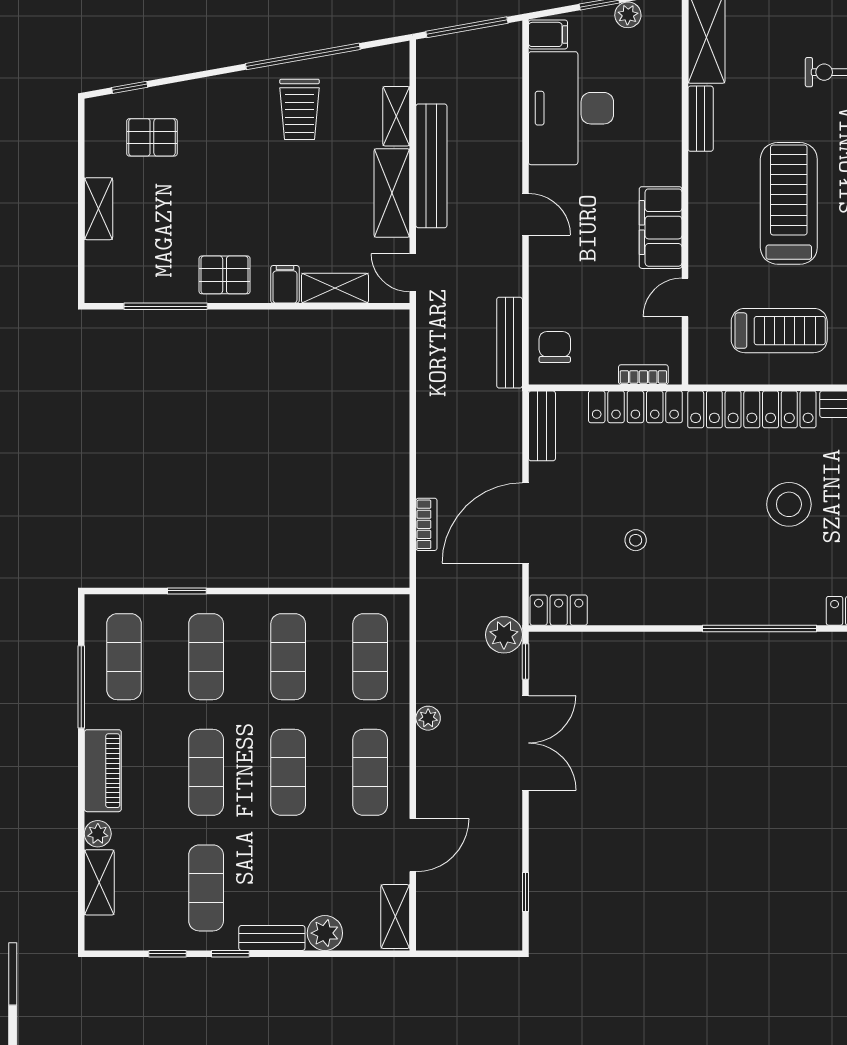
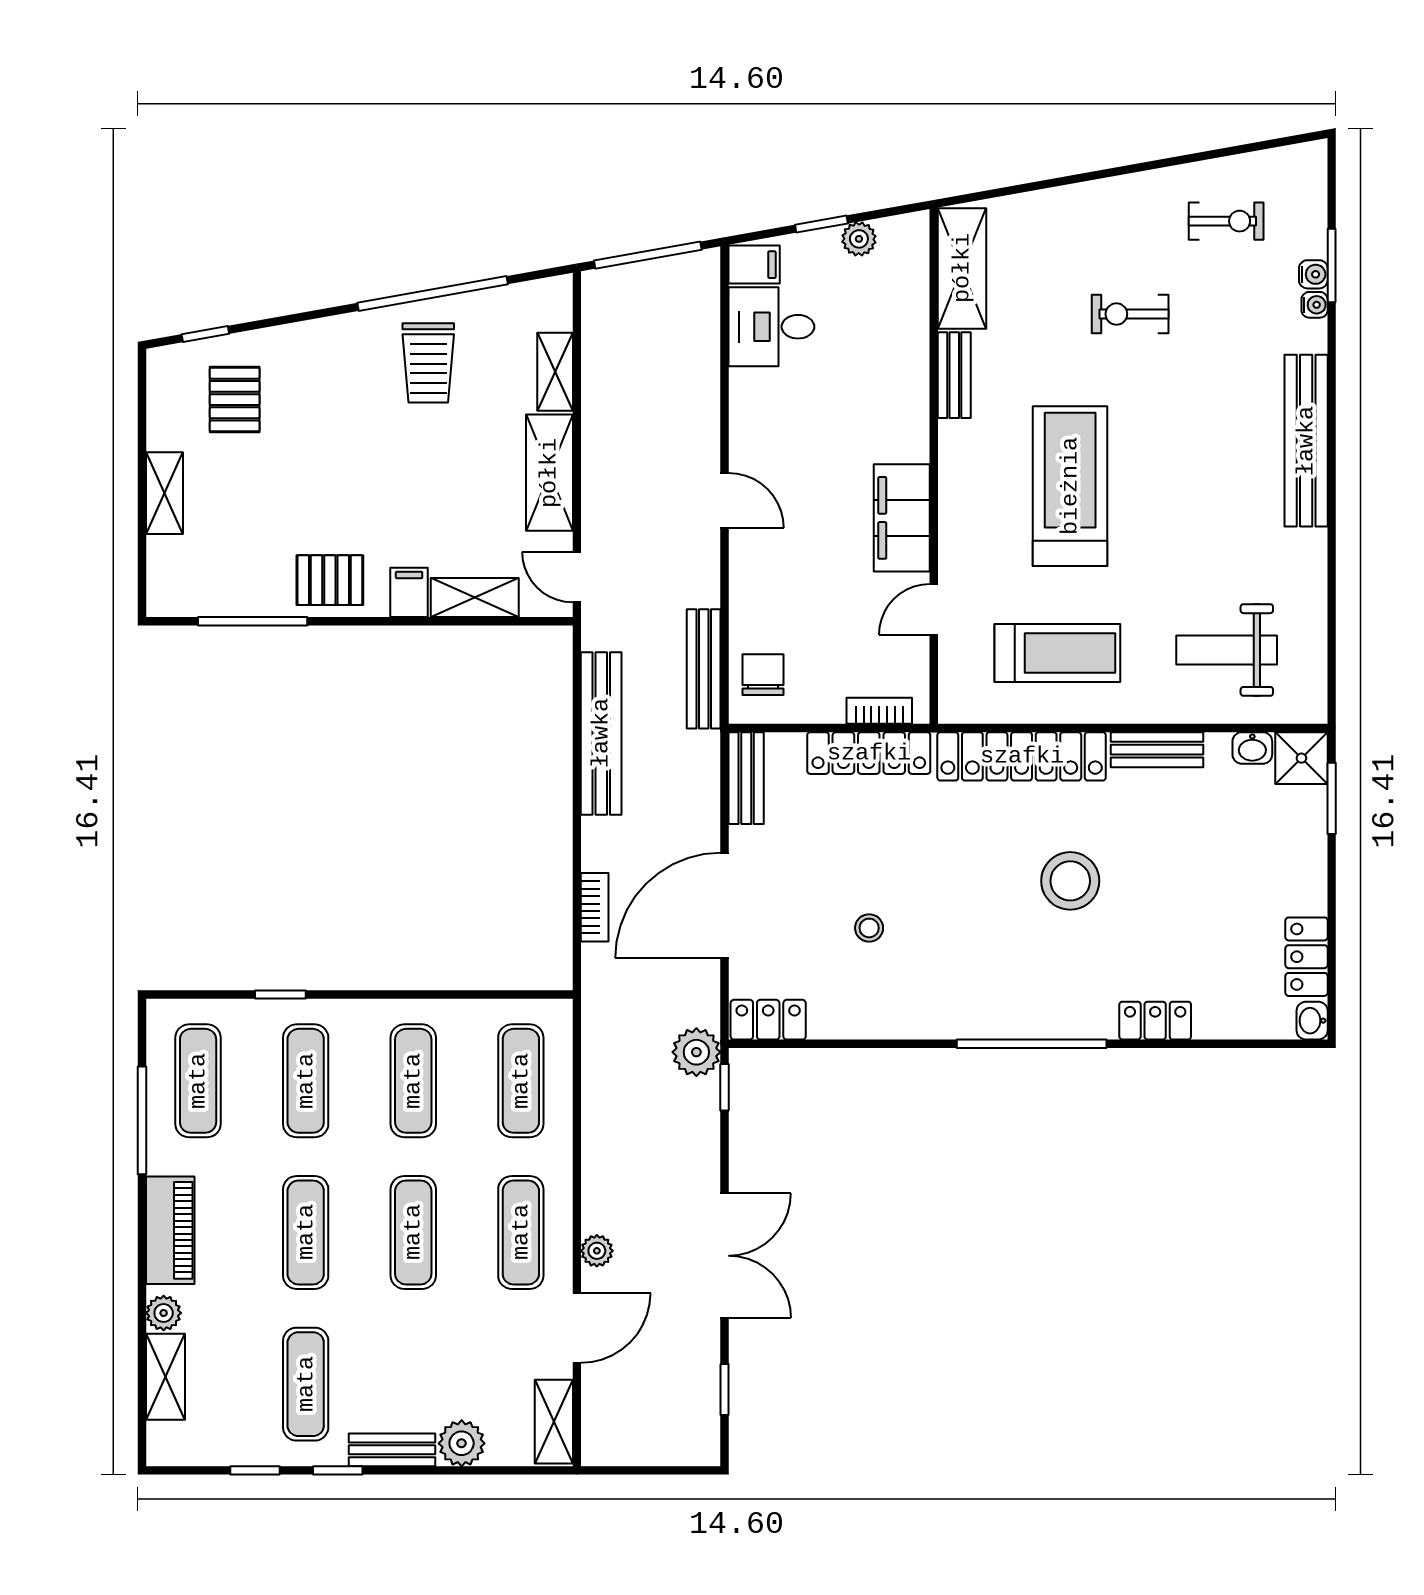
desk: (571, 108) -> (771, 327), width x0.53, depth x0.77
pallet: (152, 137) -> (235, 400), turned 90
bench: (431, 166) -> (601, 733), moved
plant: (428, 718) -> (597, 1251), moved
double door: (525, 743) -> (725, 1256), moved

